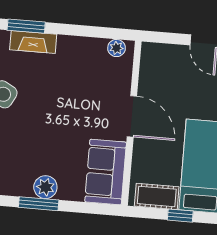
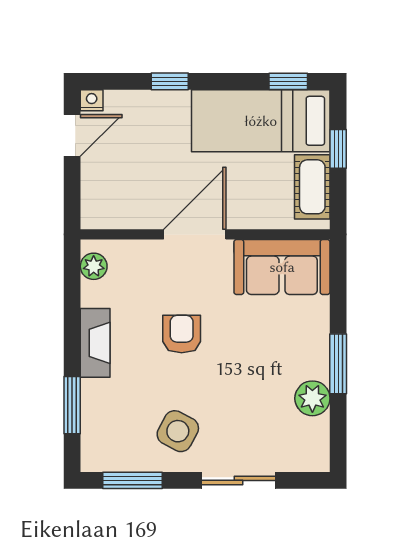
fireplace: (33, 42) -> (95, 343), moved
armchair: (67, 102) -> (182, 334), added
plant: (45, 187) -> (312, 398), moved

